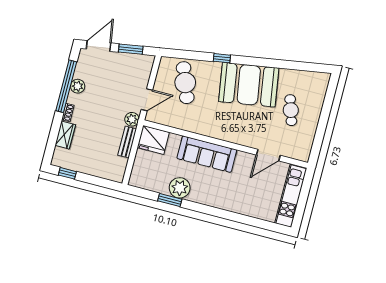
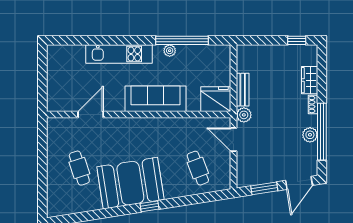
window: (222, 58) -> (150, 206), moved
cafe table: (185, 83) -> (198, 168), width x0.73, depth x0.74
door: (147, 100) -> (233, 140), hinge flipped
plant: (180, 188) -> (170, 51), width x0.53, depth x0.53
kitchen unit: (291, 196) -> (119, 54), moved, turned 90
window: (170, 200) -> (182, 40), width x2.11

